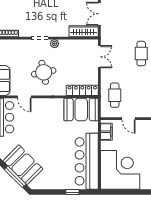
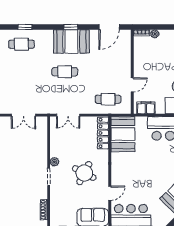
wardrobe: (84, 31) -> (42, 132), removed
double door: (99, 57) -> (68, 115), swing flipped
round table: (44, 72) -> (84, 173), turned 38

